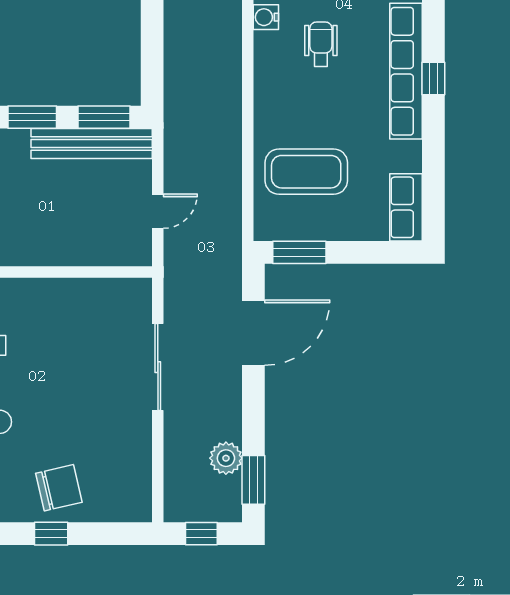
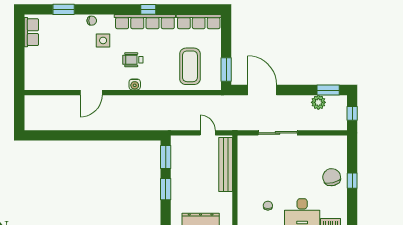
water cooler: (266, 17) -> (135, 84), moved
bench: (92, 144) -> (226, 165), moved
row of seats: (406, 207) -> (199, 22), width x1.48

